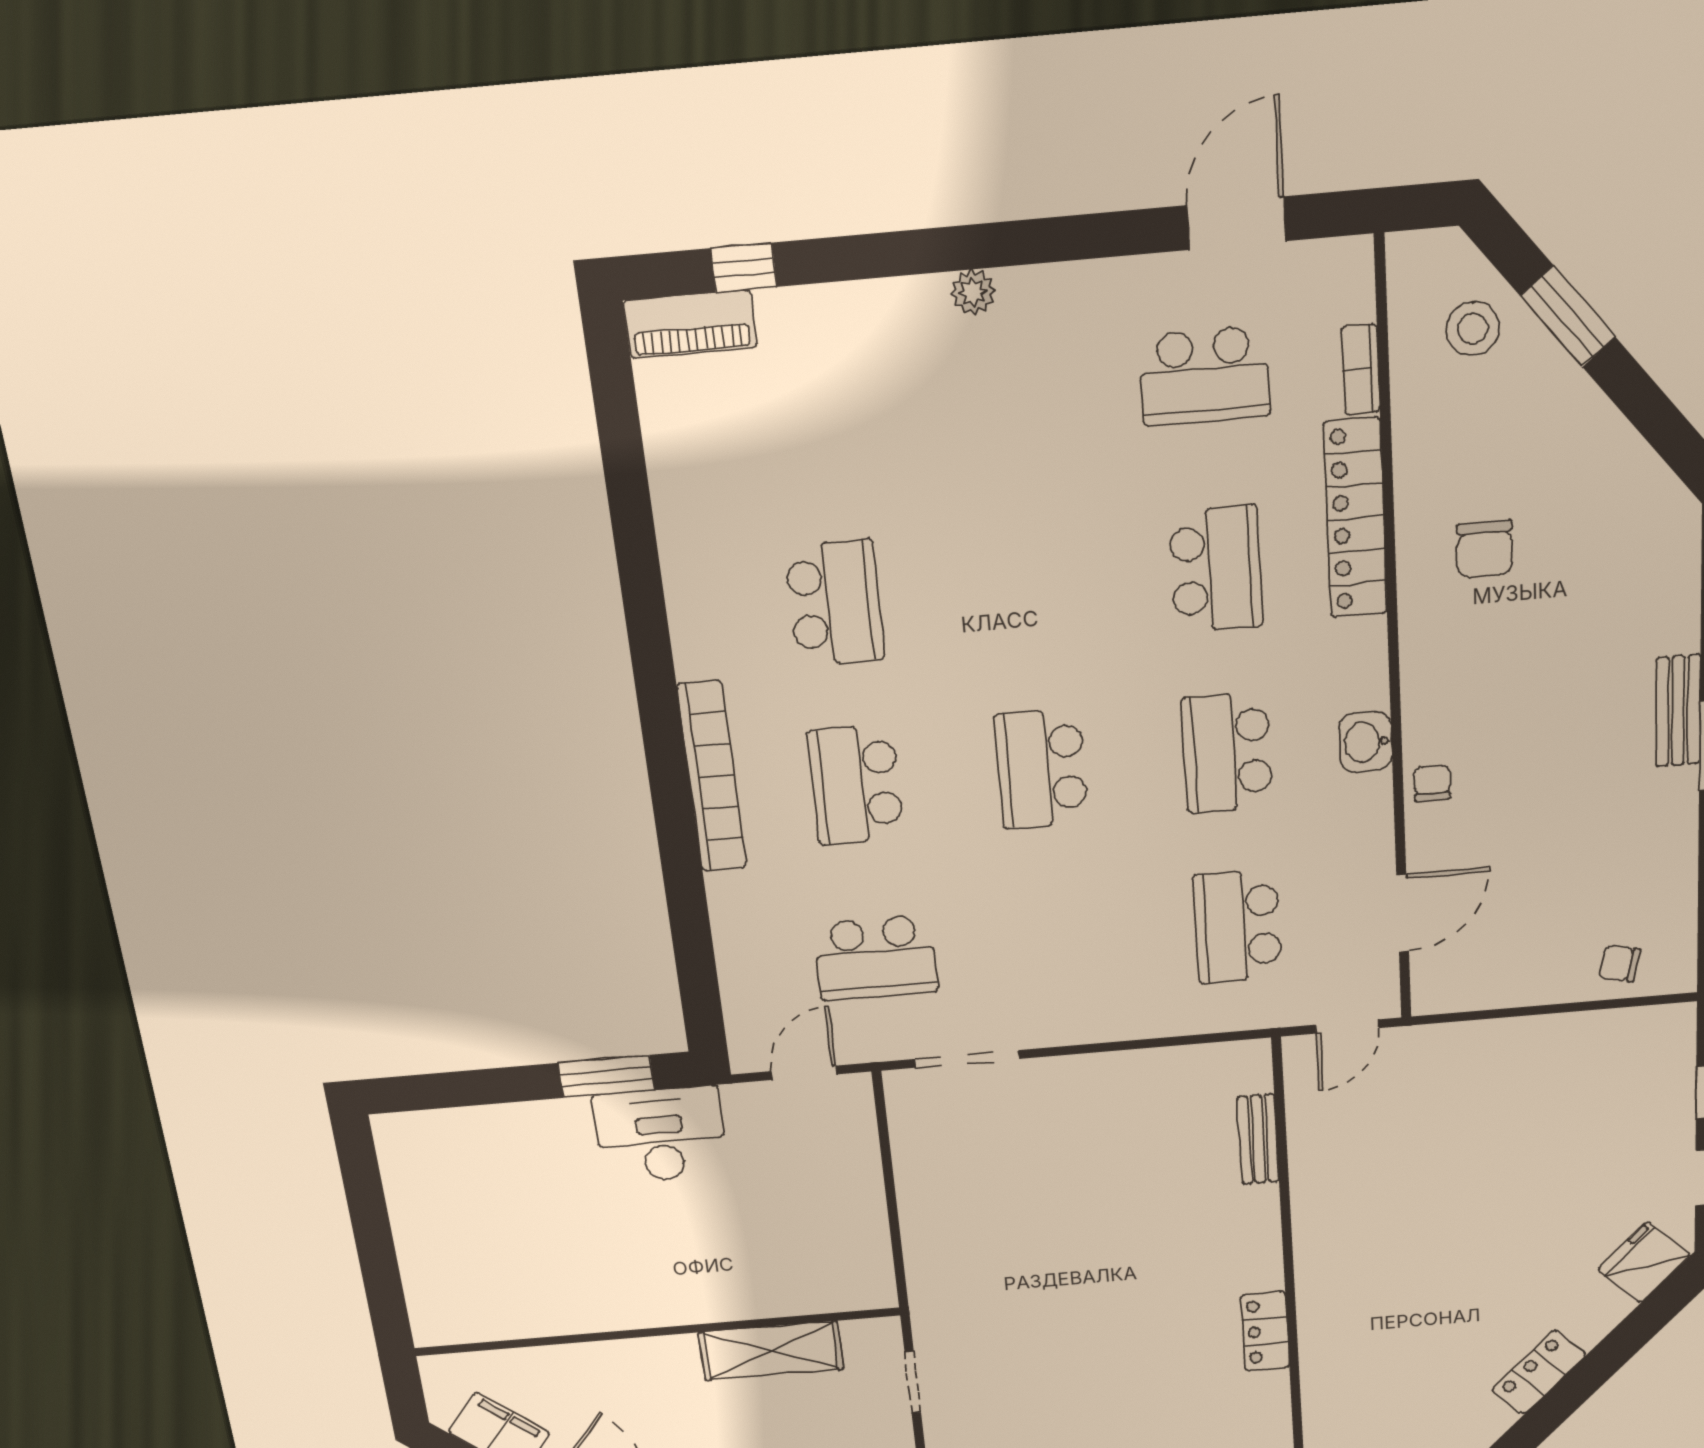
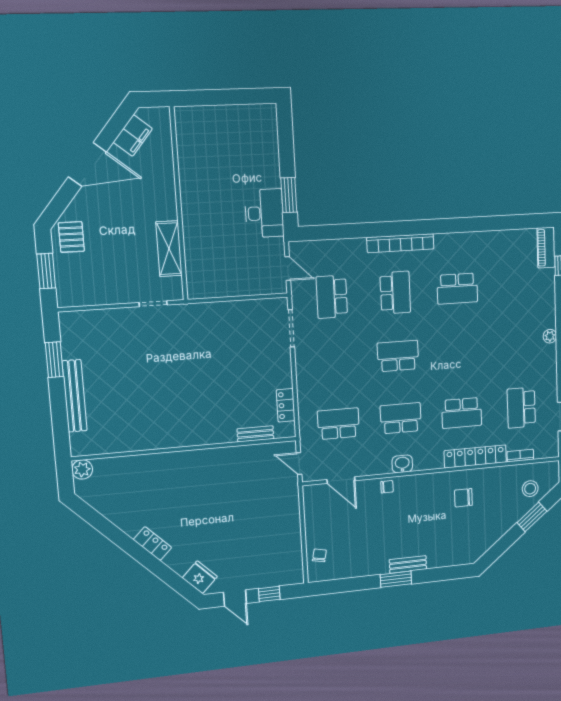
school desk: (856, 785) -> (395, 293), turned 90
locker: (1265, 1331) -> (286, 405), moved, turned -90

